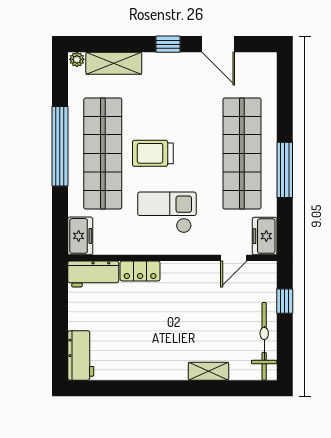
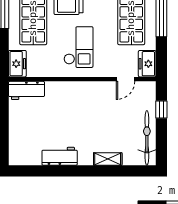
checkout: (167, 212) -> (78, 47), turned 90
locker: (140, 271) -> (59, 88), removed
workbench: (81, 355) -> (60, 156), moved, turned -90

